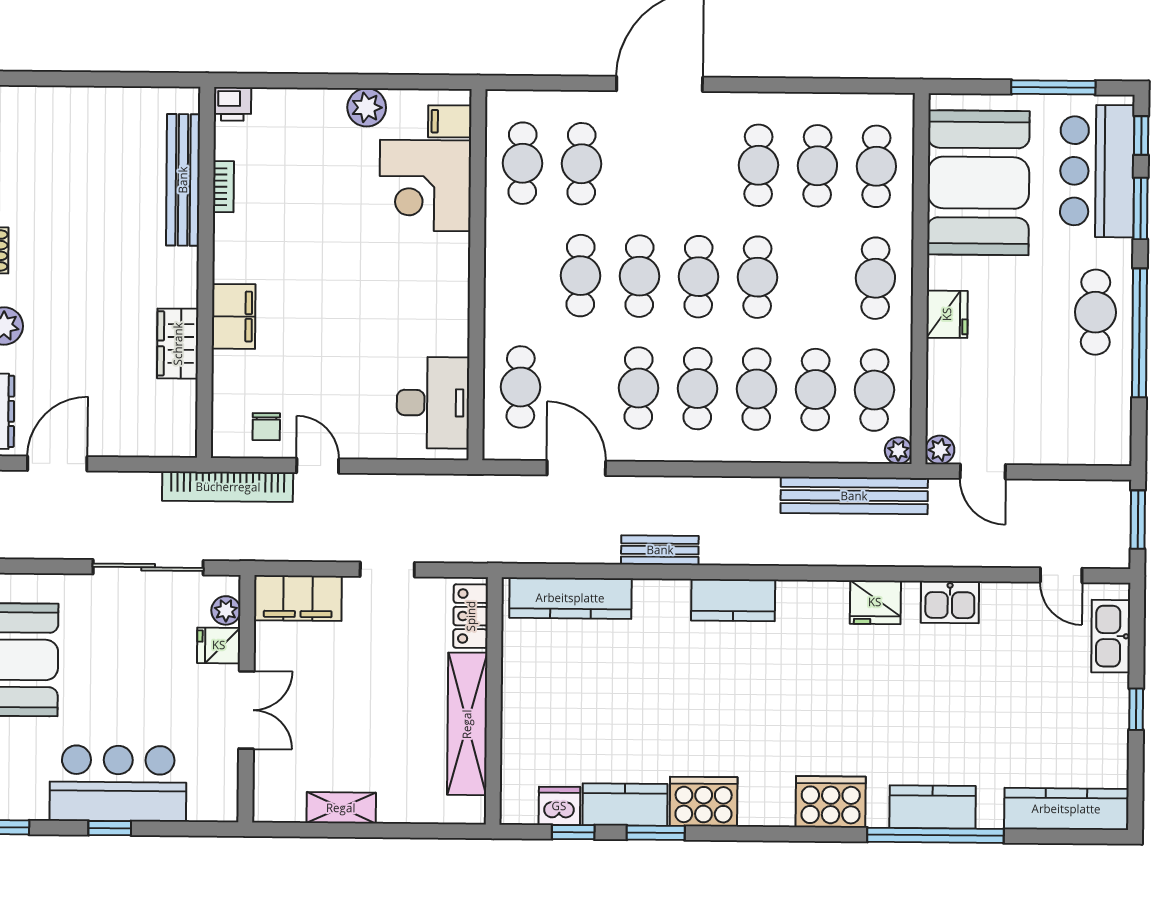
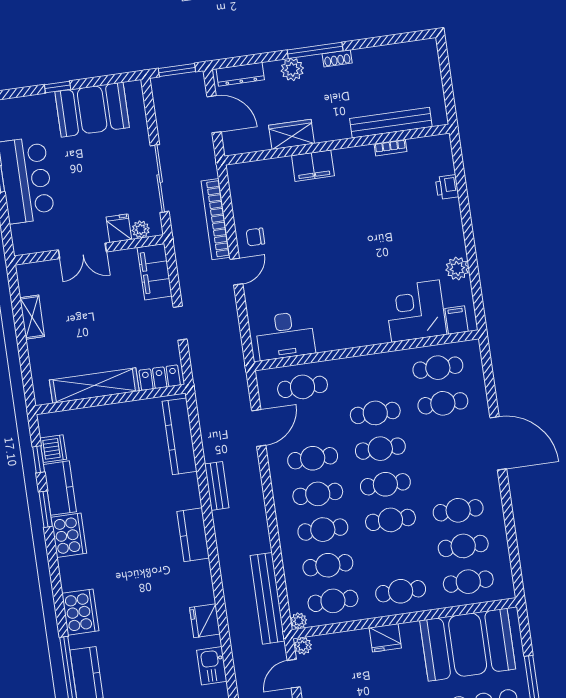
bench: (183, 180) -> (391, 123), moved
bookcase: (223, 187) -> (390, 148), moved
wall: (205, 272) -> (337, 145), moved
filing cabinet: (234, 316) -> (313, 166), moved
wardrobe: (178, 344) -> (292, 134), moved

